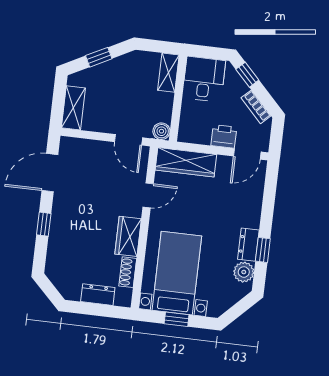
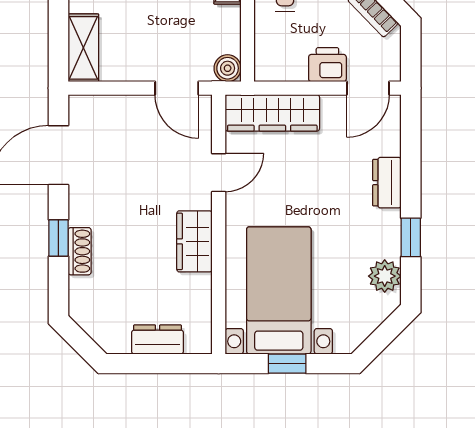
dresser: (248, 245) -> (387, 183), moved
shoe rack: (128, 272) -> (80, 251), moved, turned 180

